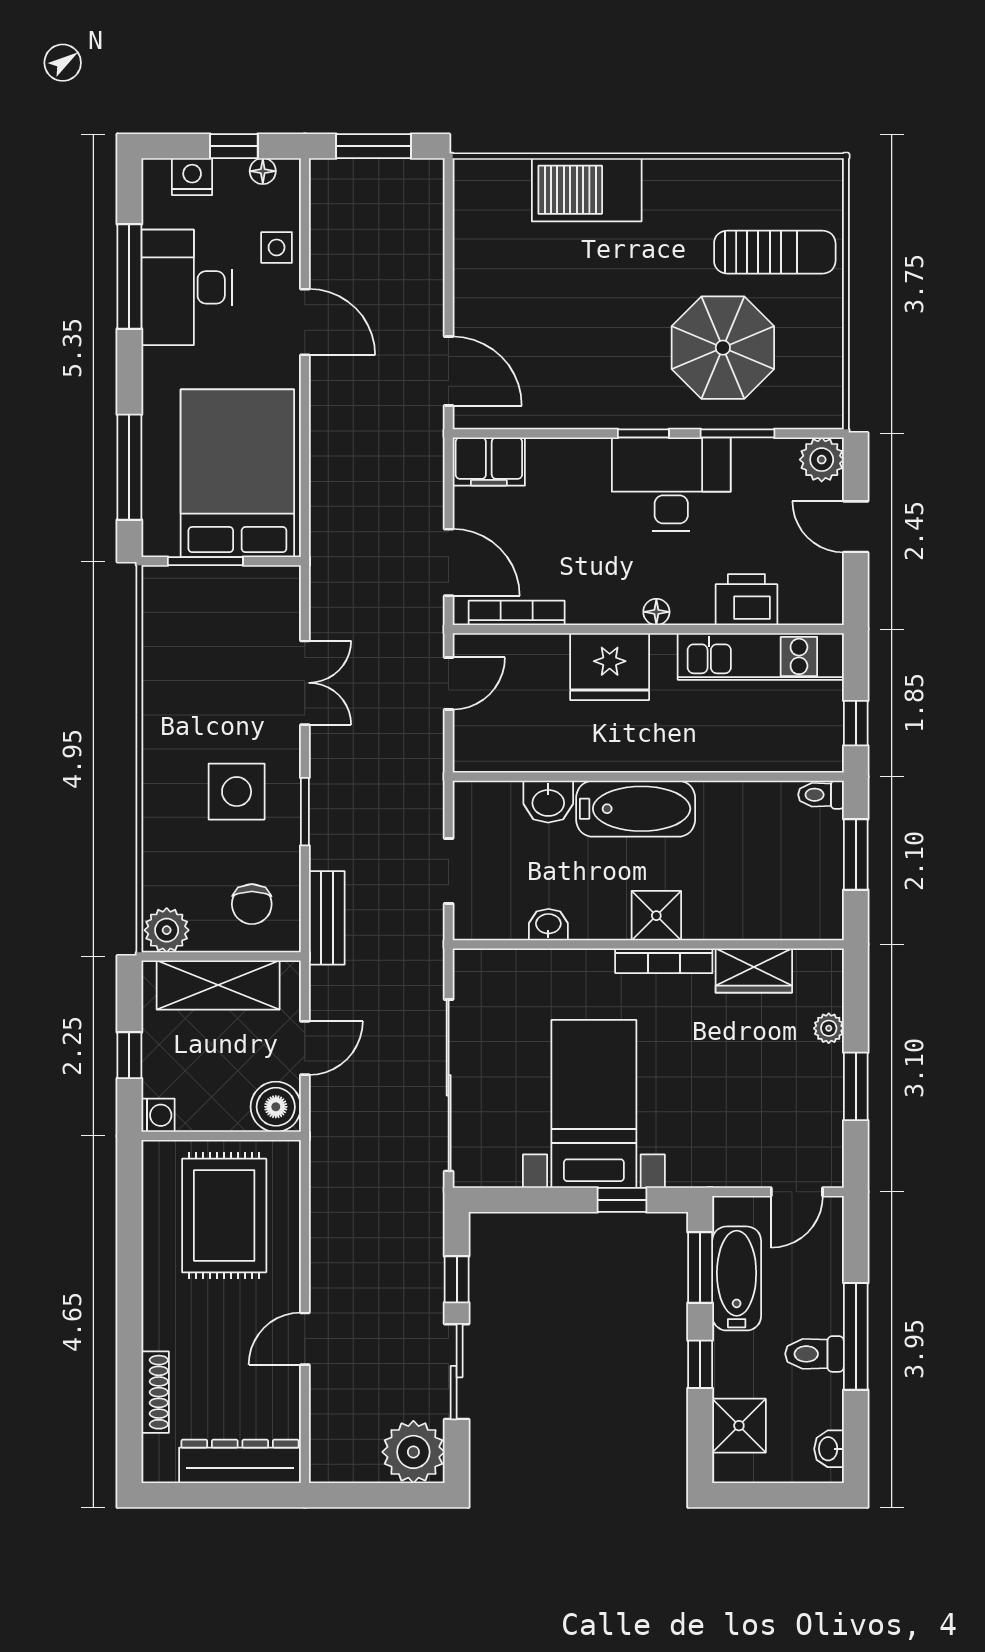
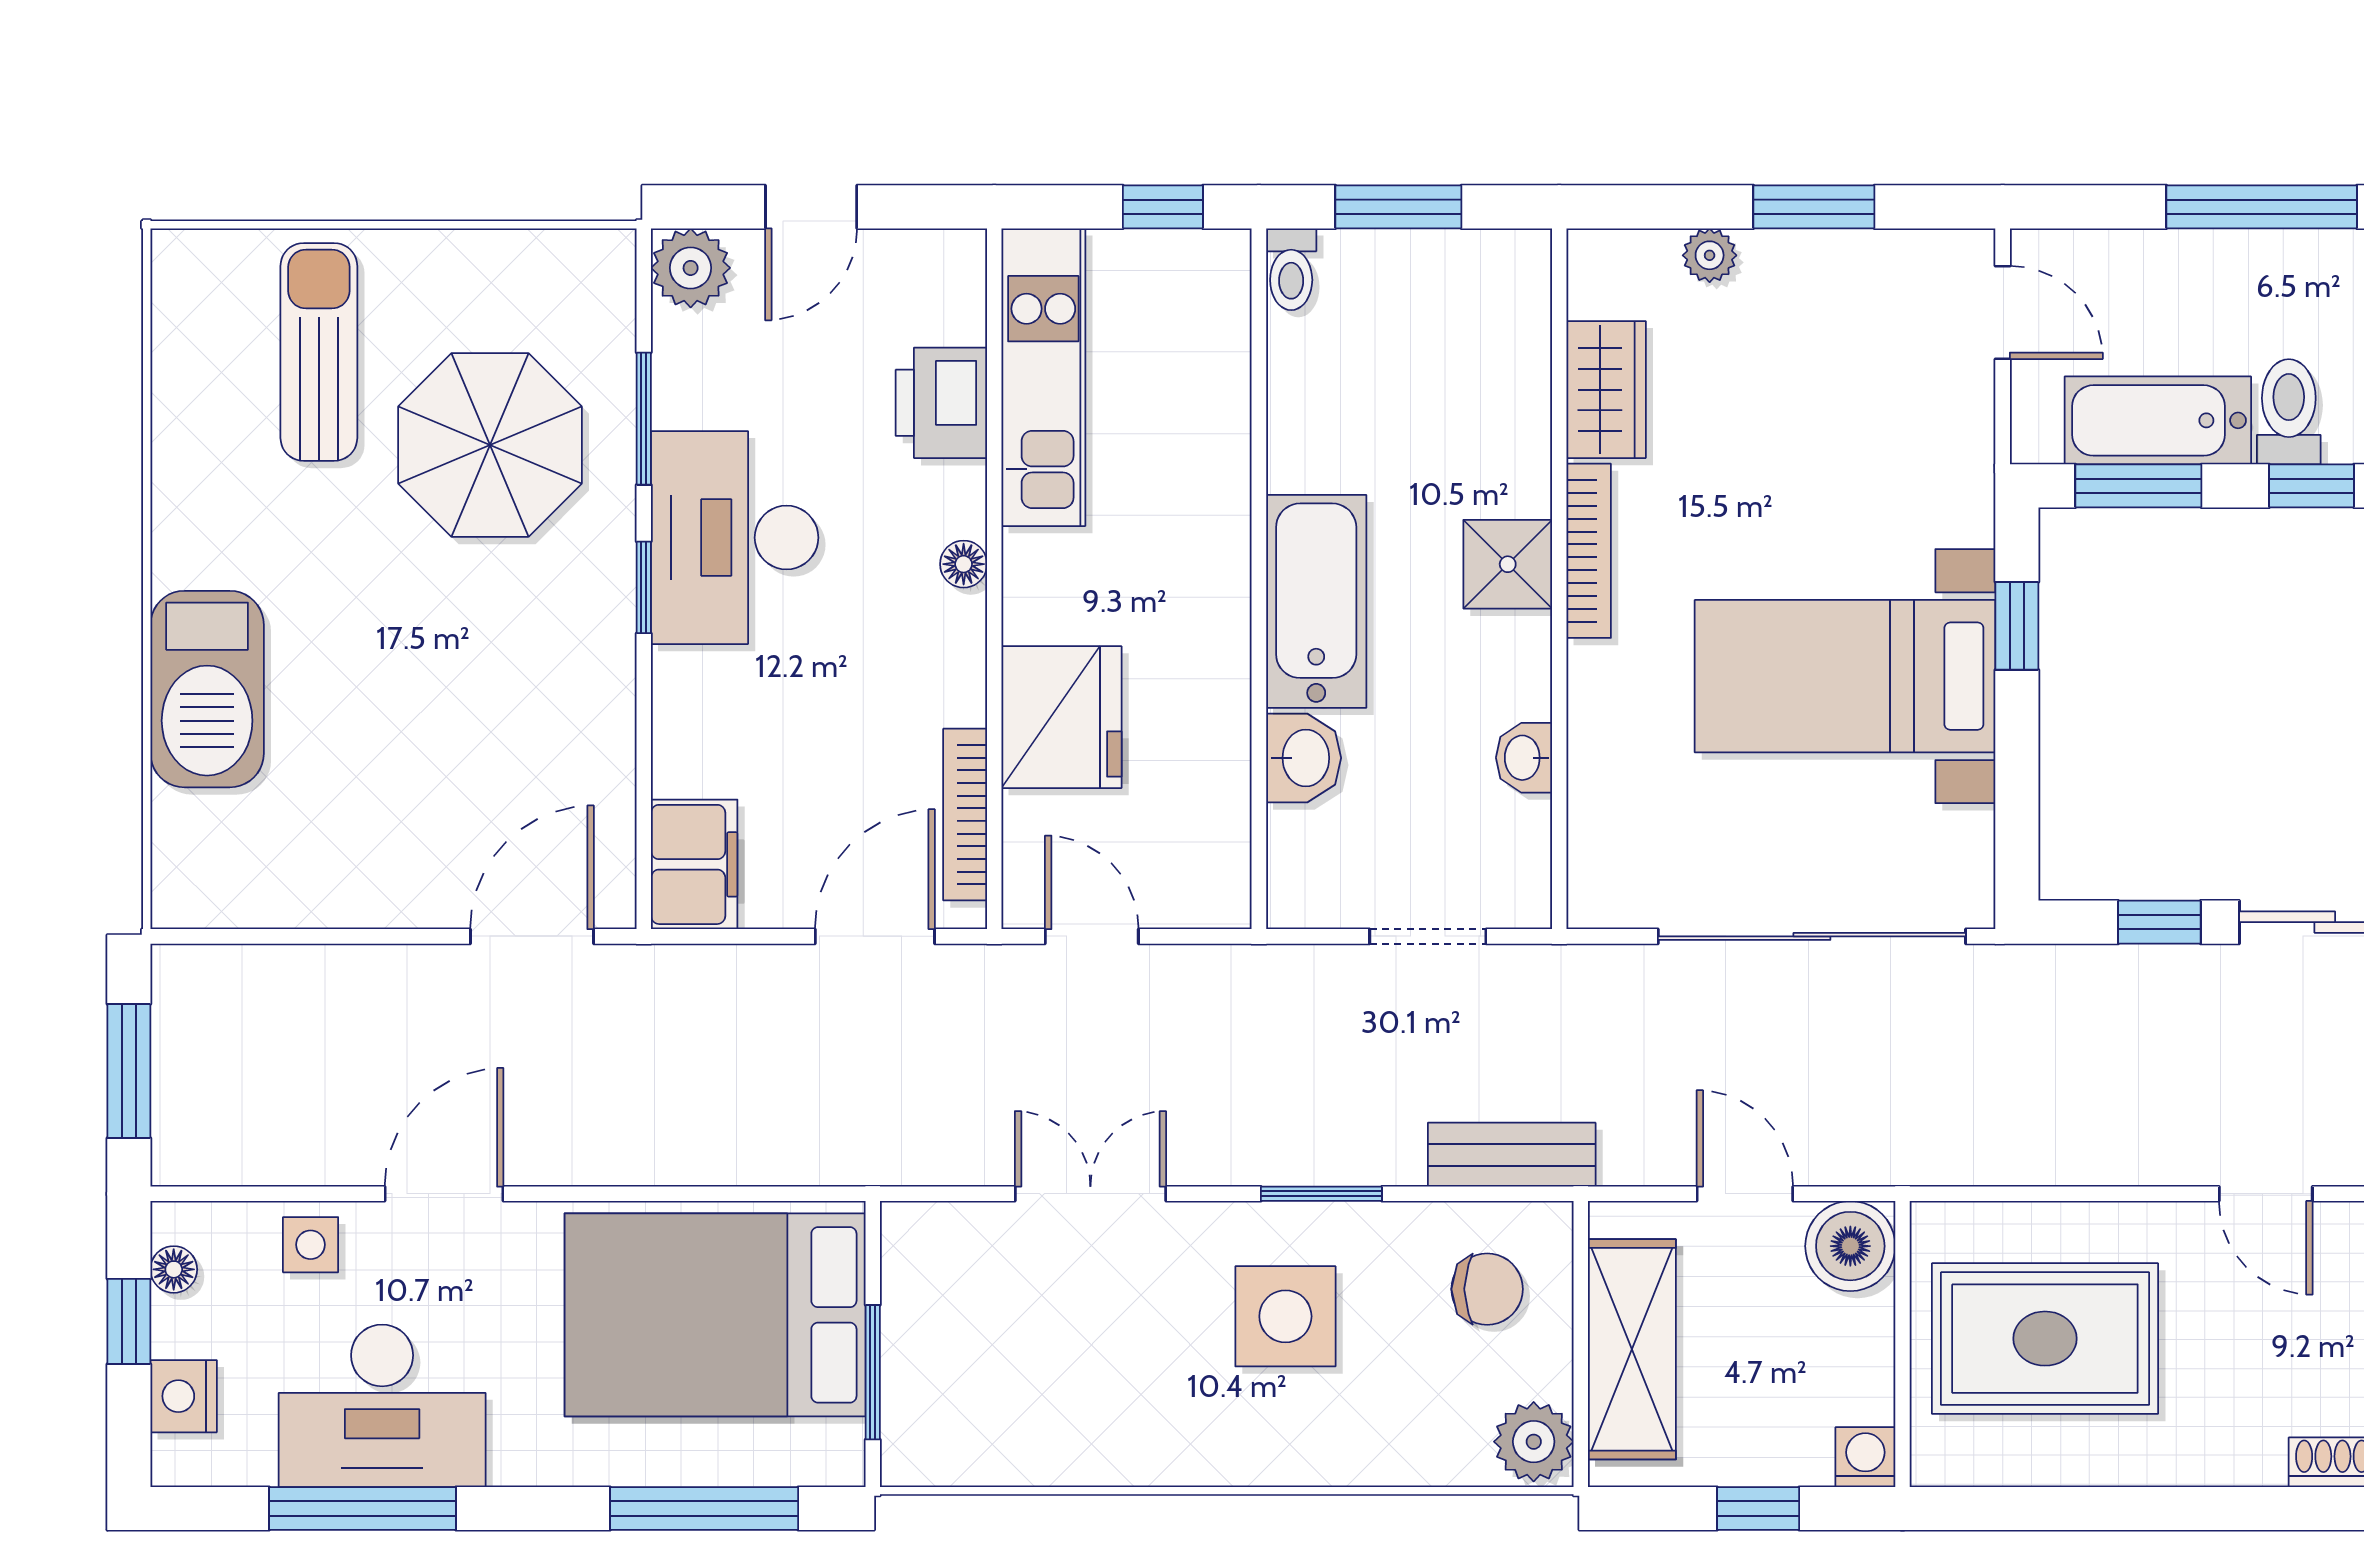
fridge: (610, 667) -> (1061, 717), moved
toilet: (814, 1354) -> (2289, 412), moved, turned 180

